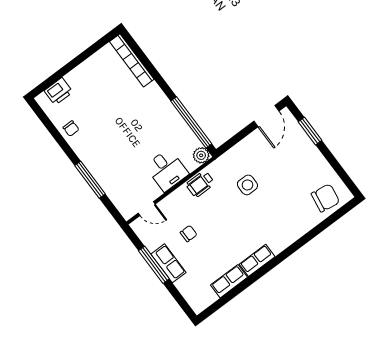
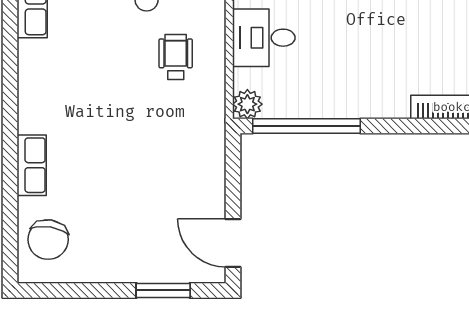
wheelchair: (200, 184) -> (176, 57), moved
side table: (247, 185) -> (153, 140), removed
row of seats: (257, 260) -> (32, 165), moved

